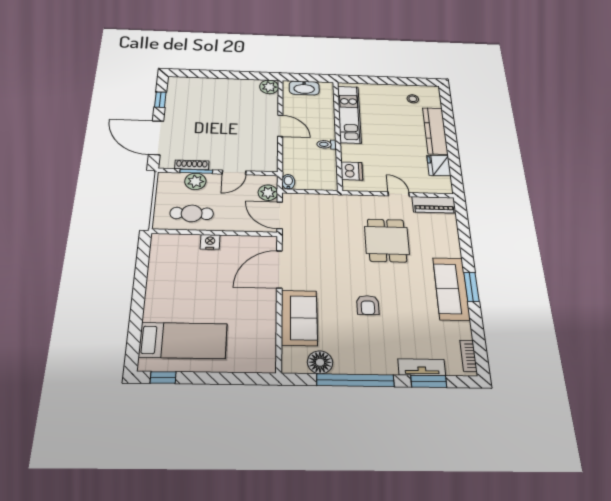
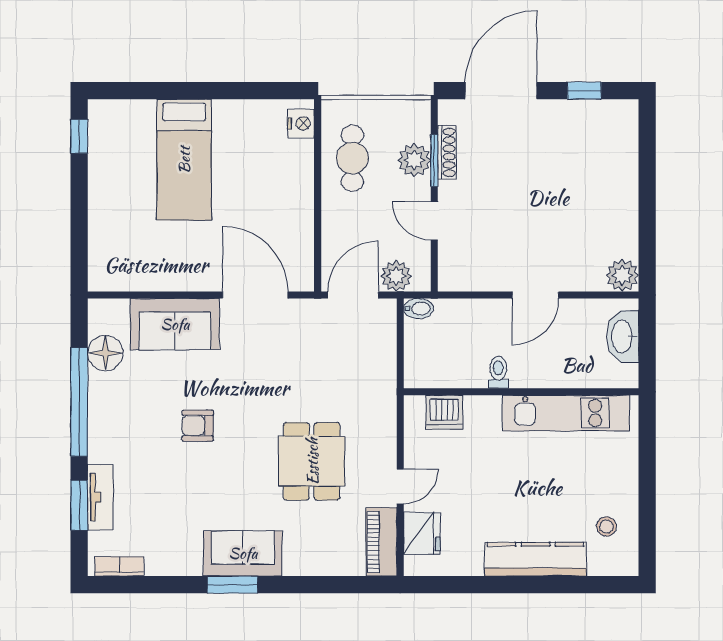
fridge: (439, 165) -> (422, 533), moved, turned 90
dining table: (387, 240) -> (312, 461), turned 90
nightstand: (210, 242) -> (301, 123), moved
sofa: (451, 289) -> (243, 553), width x0.73
bed: (183, 340) -> (184, 160), moved

